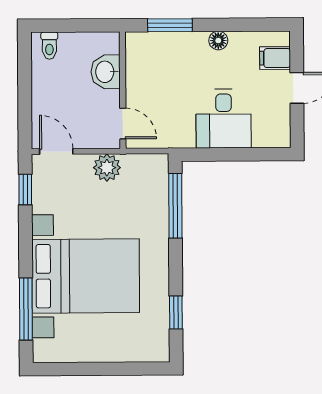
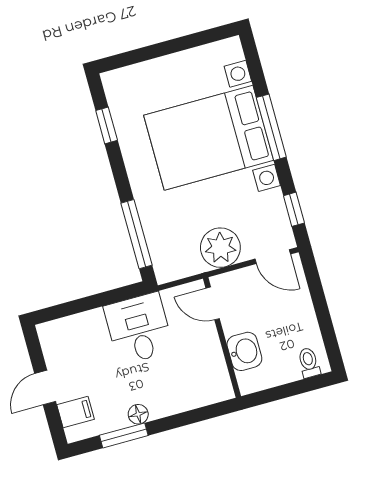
window: (170, 25) -> (124, 435), moved
desk: (224, 119) -> (139, 329), moved
plant: (107, 168) -> (220, 248), width x1.36, depth x1.36
window: (26, 309) -> (271, 127), moved

